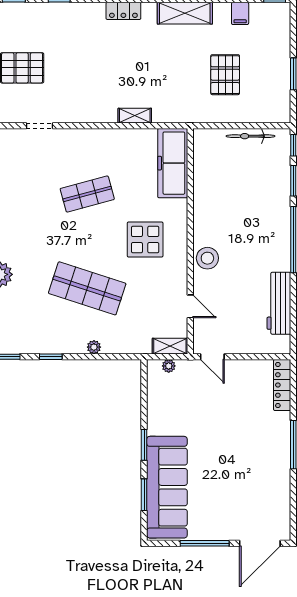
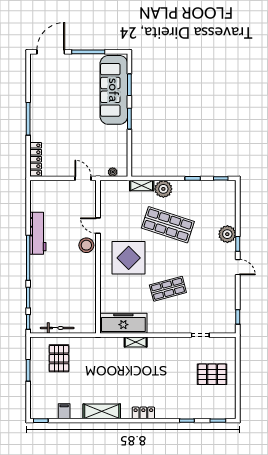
pallet: (225, 75) -> (59, 358), moved
freezer: (173, 163) -> (123, 323), moved, turned -90
display table: (145, 240) -> (129, 258), width x1.36, depth x1.36
workbench: (279, 303) -> (38, 233), moved
door: (190, 306) -> (98, 226), moved
shelving: (170, 346) -> (142, 186), moved
plant: (94, 347) -> (163, 189), width x1.88, depth x1.88

